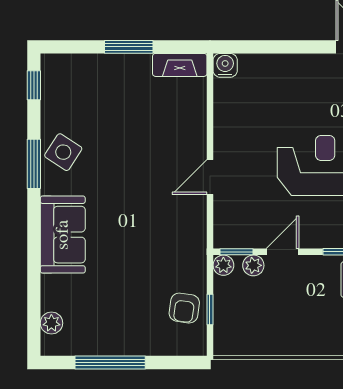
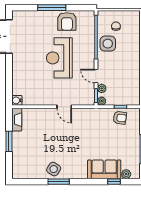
window: (34, 85) -> (114, 182), moved
sofa: (63, 235) -> (104, 169), moved

